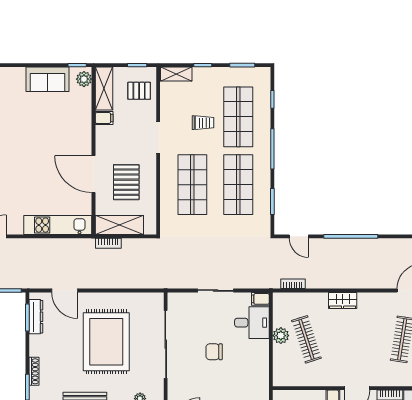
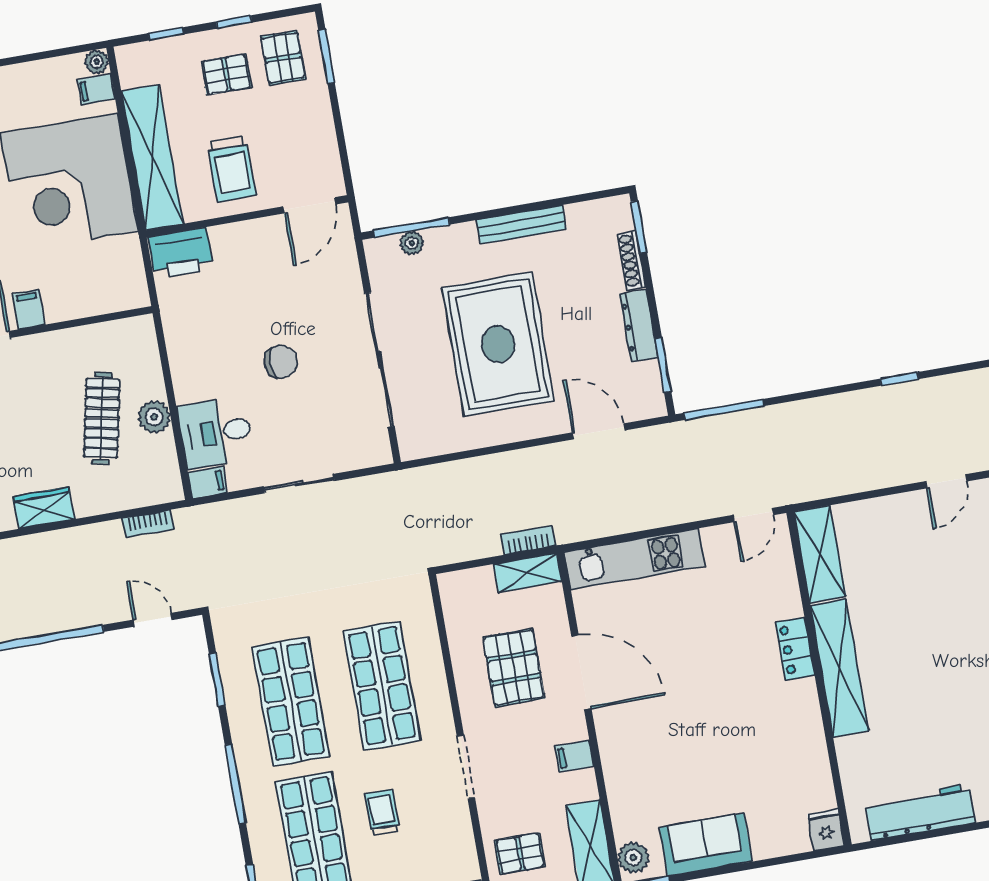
filing cabinet: (104, 118) -> (574, 756), moved
trolley: (203, 123) -> (382, 812), turned 90
shelving: (119, 225) -> (528, 573), width x0.67, depth x0.75
dresser: (36, 317) -> (639, 326), moved
clothes rail: (306, 339) -> (102, 418), turned 30

